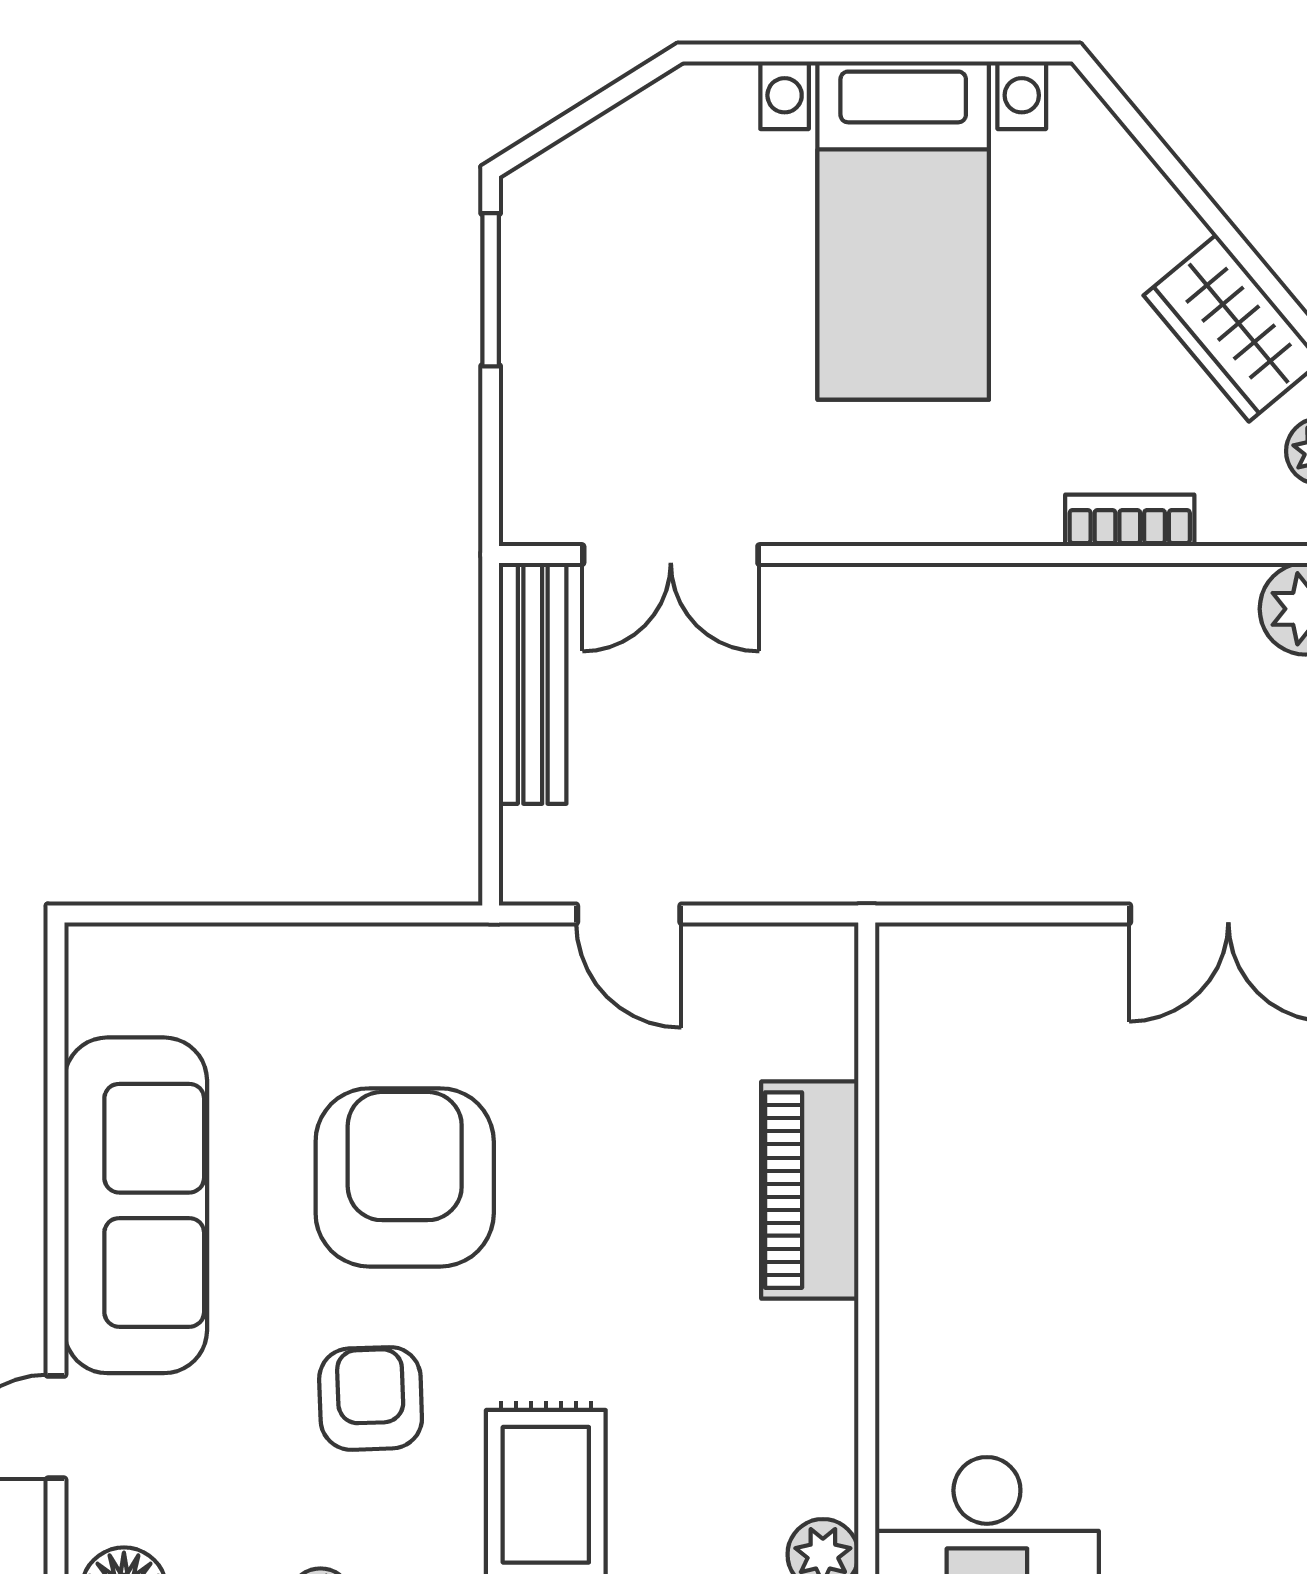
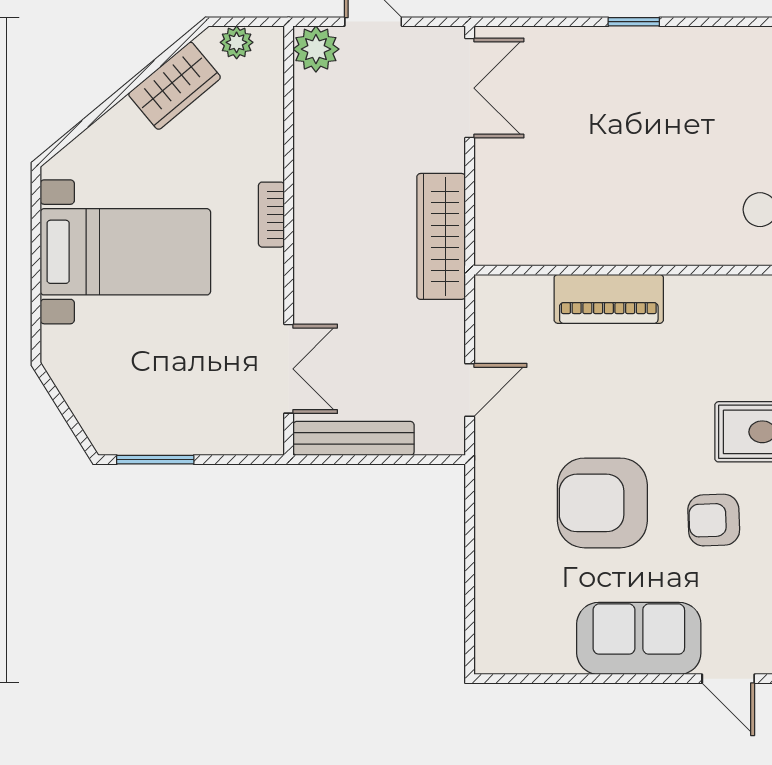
bookcase: (1130, 520) -> (271, 215), moved
wardrobe: (934, 857) -> (441, 236), added
sofa: (136, 1205) -> (639, 638), width x0.73

